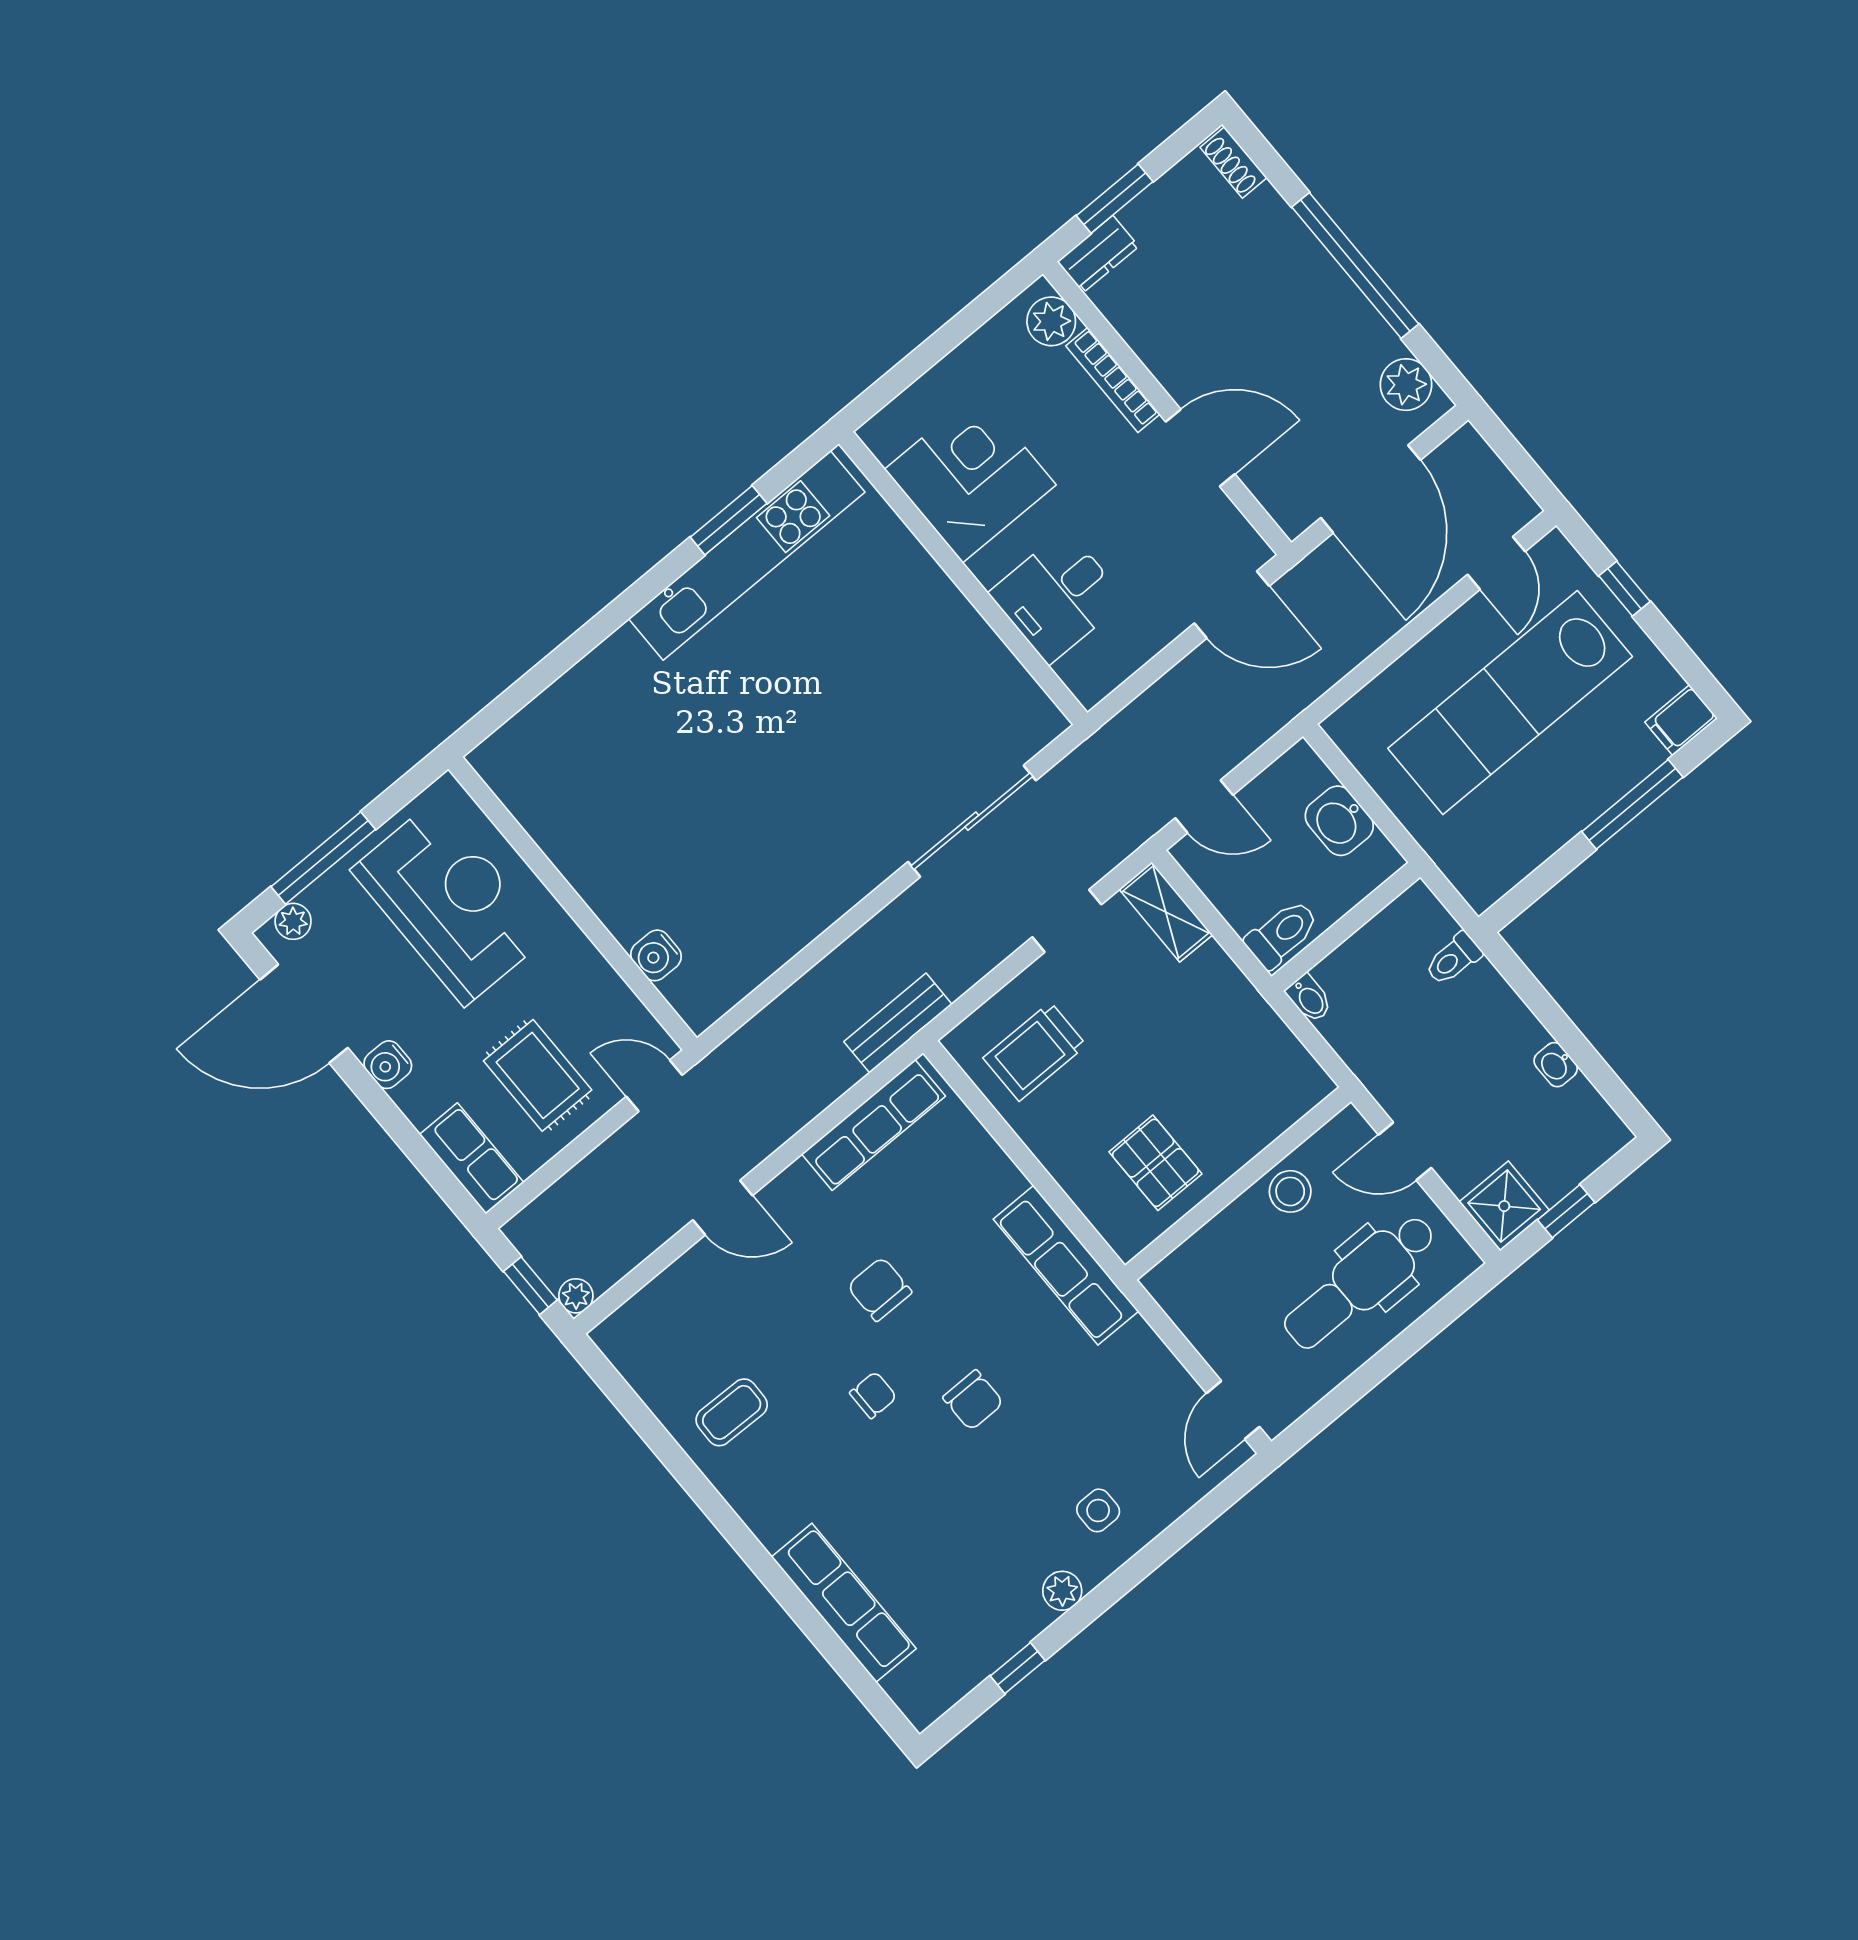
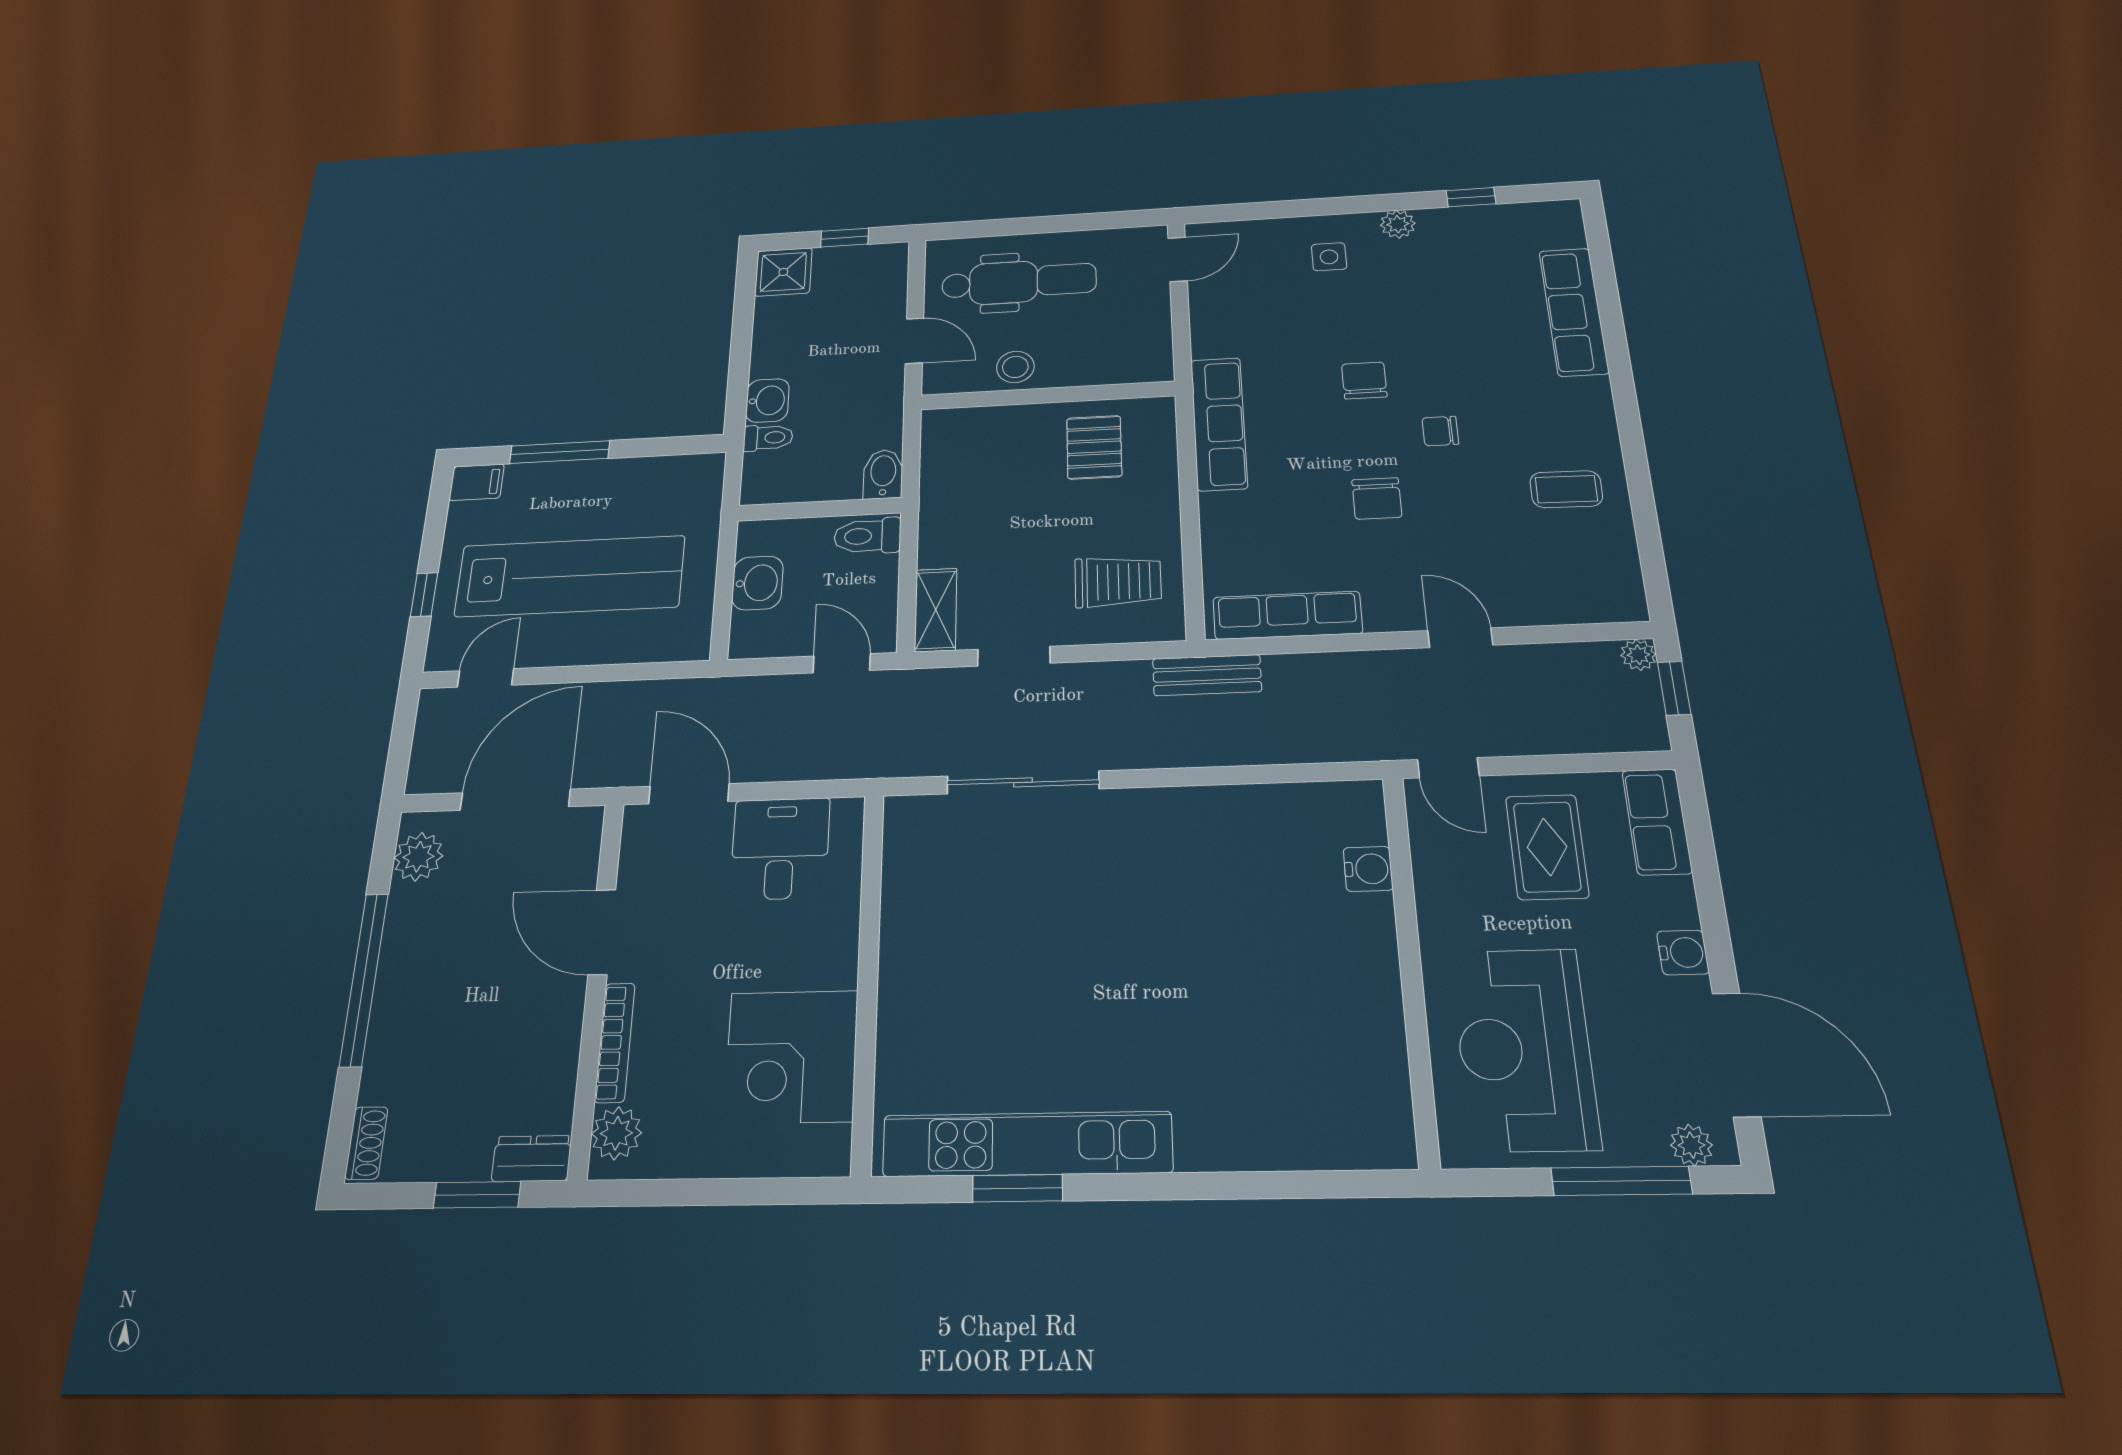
desk: (1057, 597) -> (780, 849), moved, turned -90
bidet: (1309, 998) -> (883, 474), width x1.38, depth x1.36
washbasin: (1556, 1065) -> (767, 400), moved, width x1.38, depth x1.45
shower: (1504, 1206) -> (783, 272), moved

